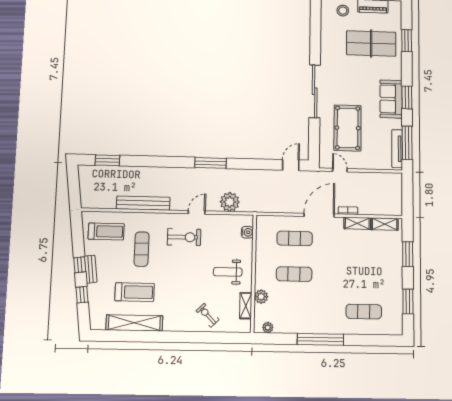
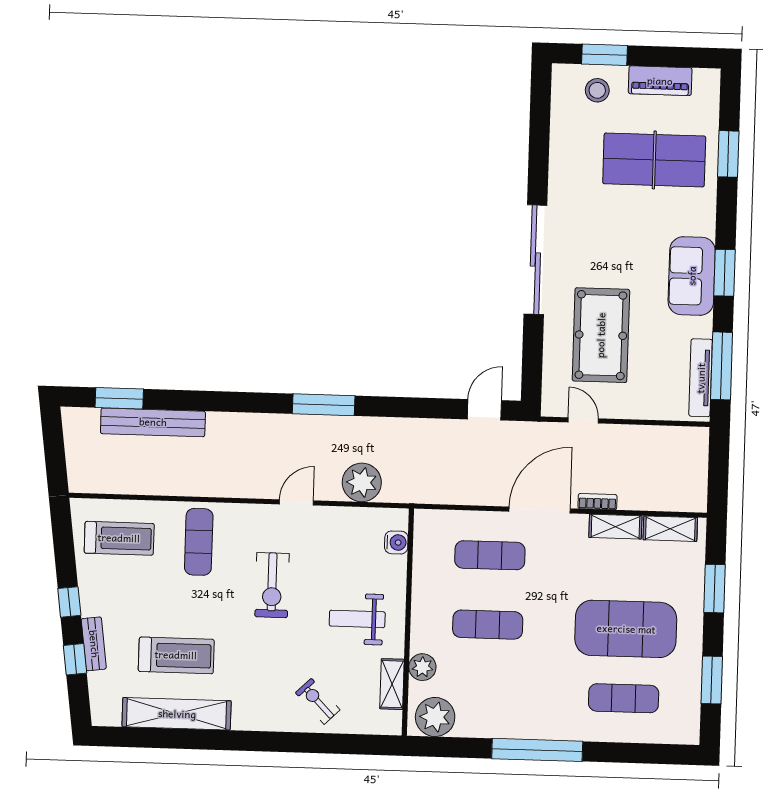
bench: (143, 203) -> (153, 422), moved
exercise bike: (184, 237) -> (272, 585), moved, turned 90
exercise mat: (142, 249) -> (199, 542), moved
bench: (91, 269) -> (94, 644), moved
exercise mat: (364, 275) -> (626, 629), added
plant: (268, 328) -> (435, 717), width x1.87, depth x1.87

